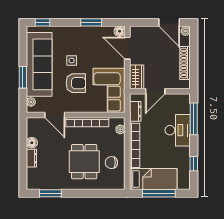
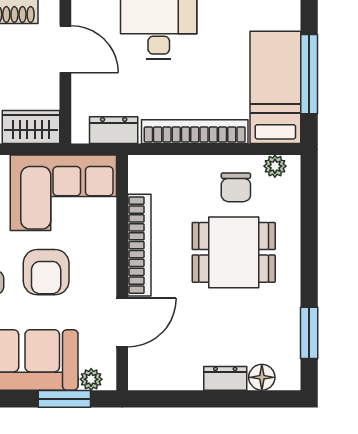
window: (23, 77) -> (64, 399), moved
armchair: (76, 83) -> (46, 272), turned 180
door: (155, 91) -> (65, 49), moved
plant: (120, 129) -> (275, 166), moved
floor lamp: (32, 143) -> (262, 377), moved

